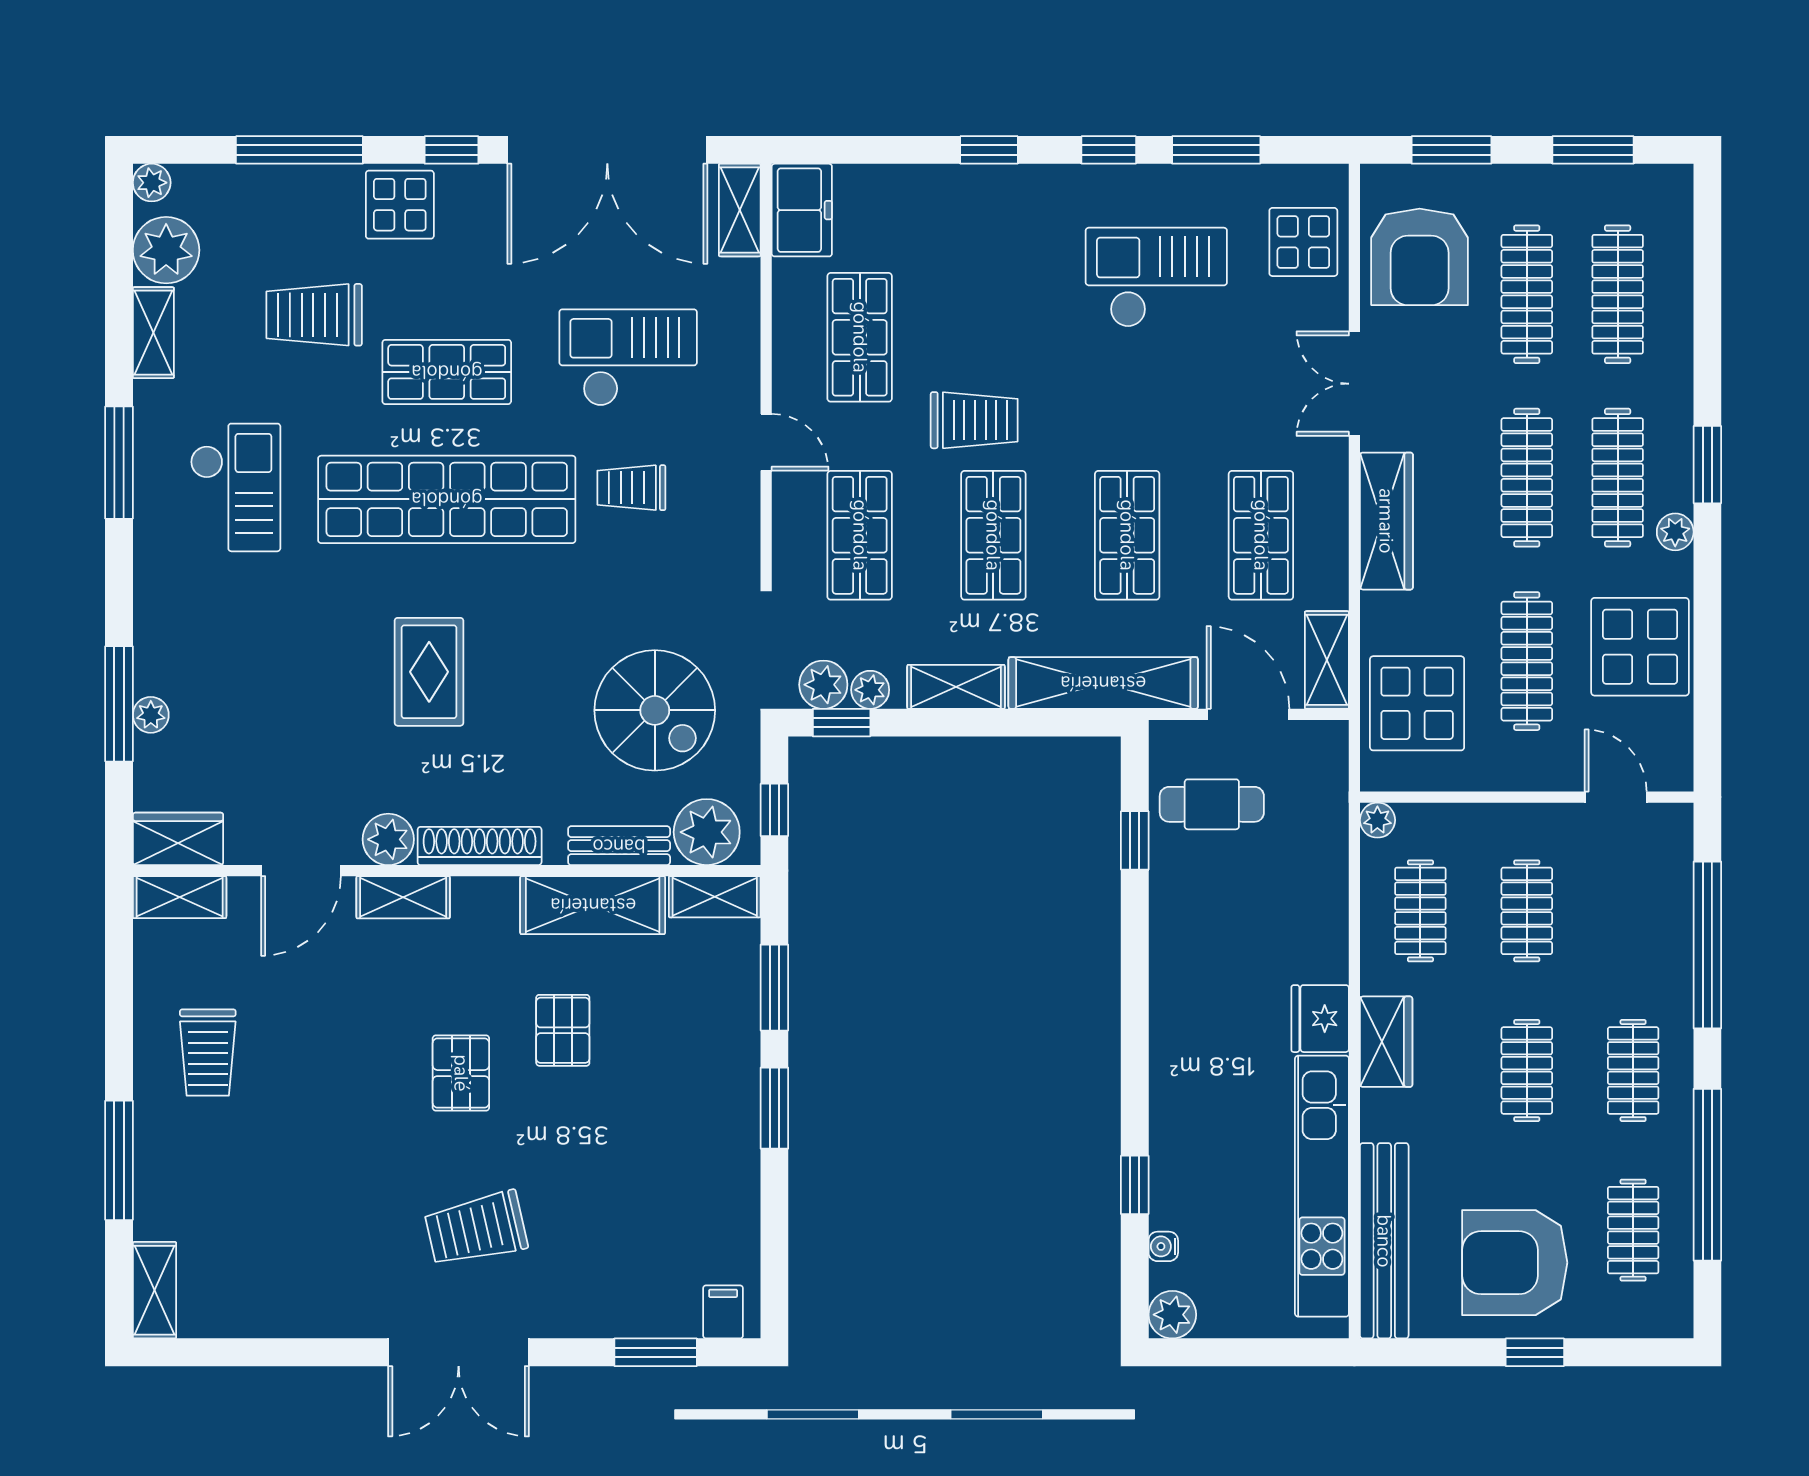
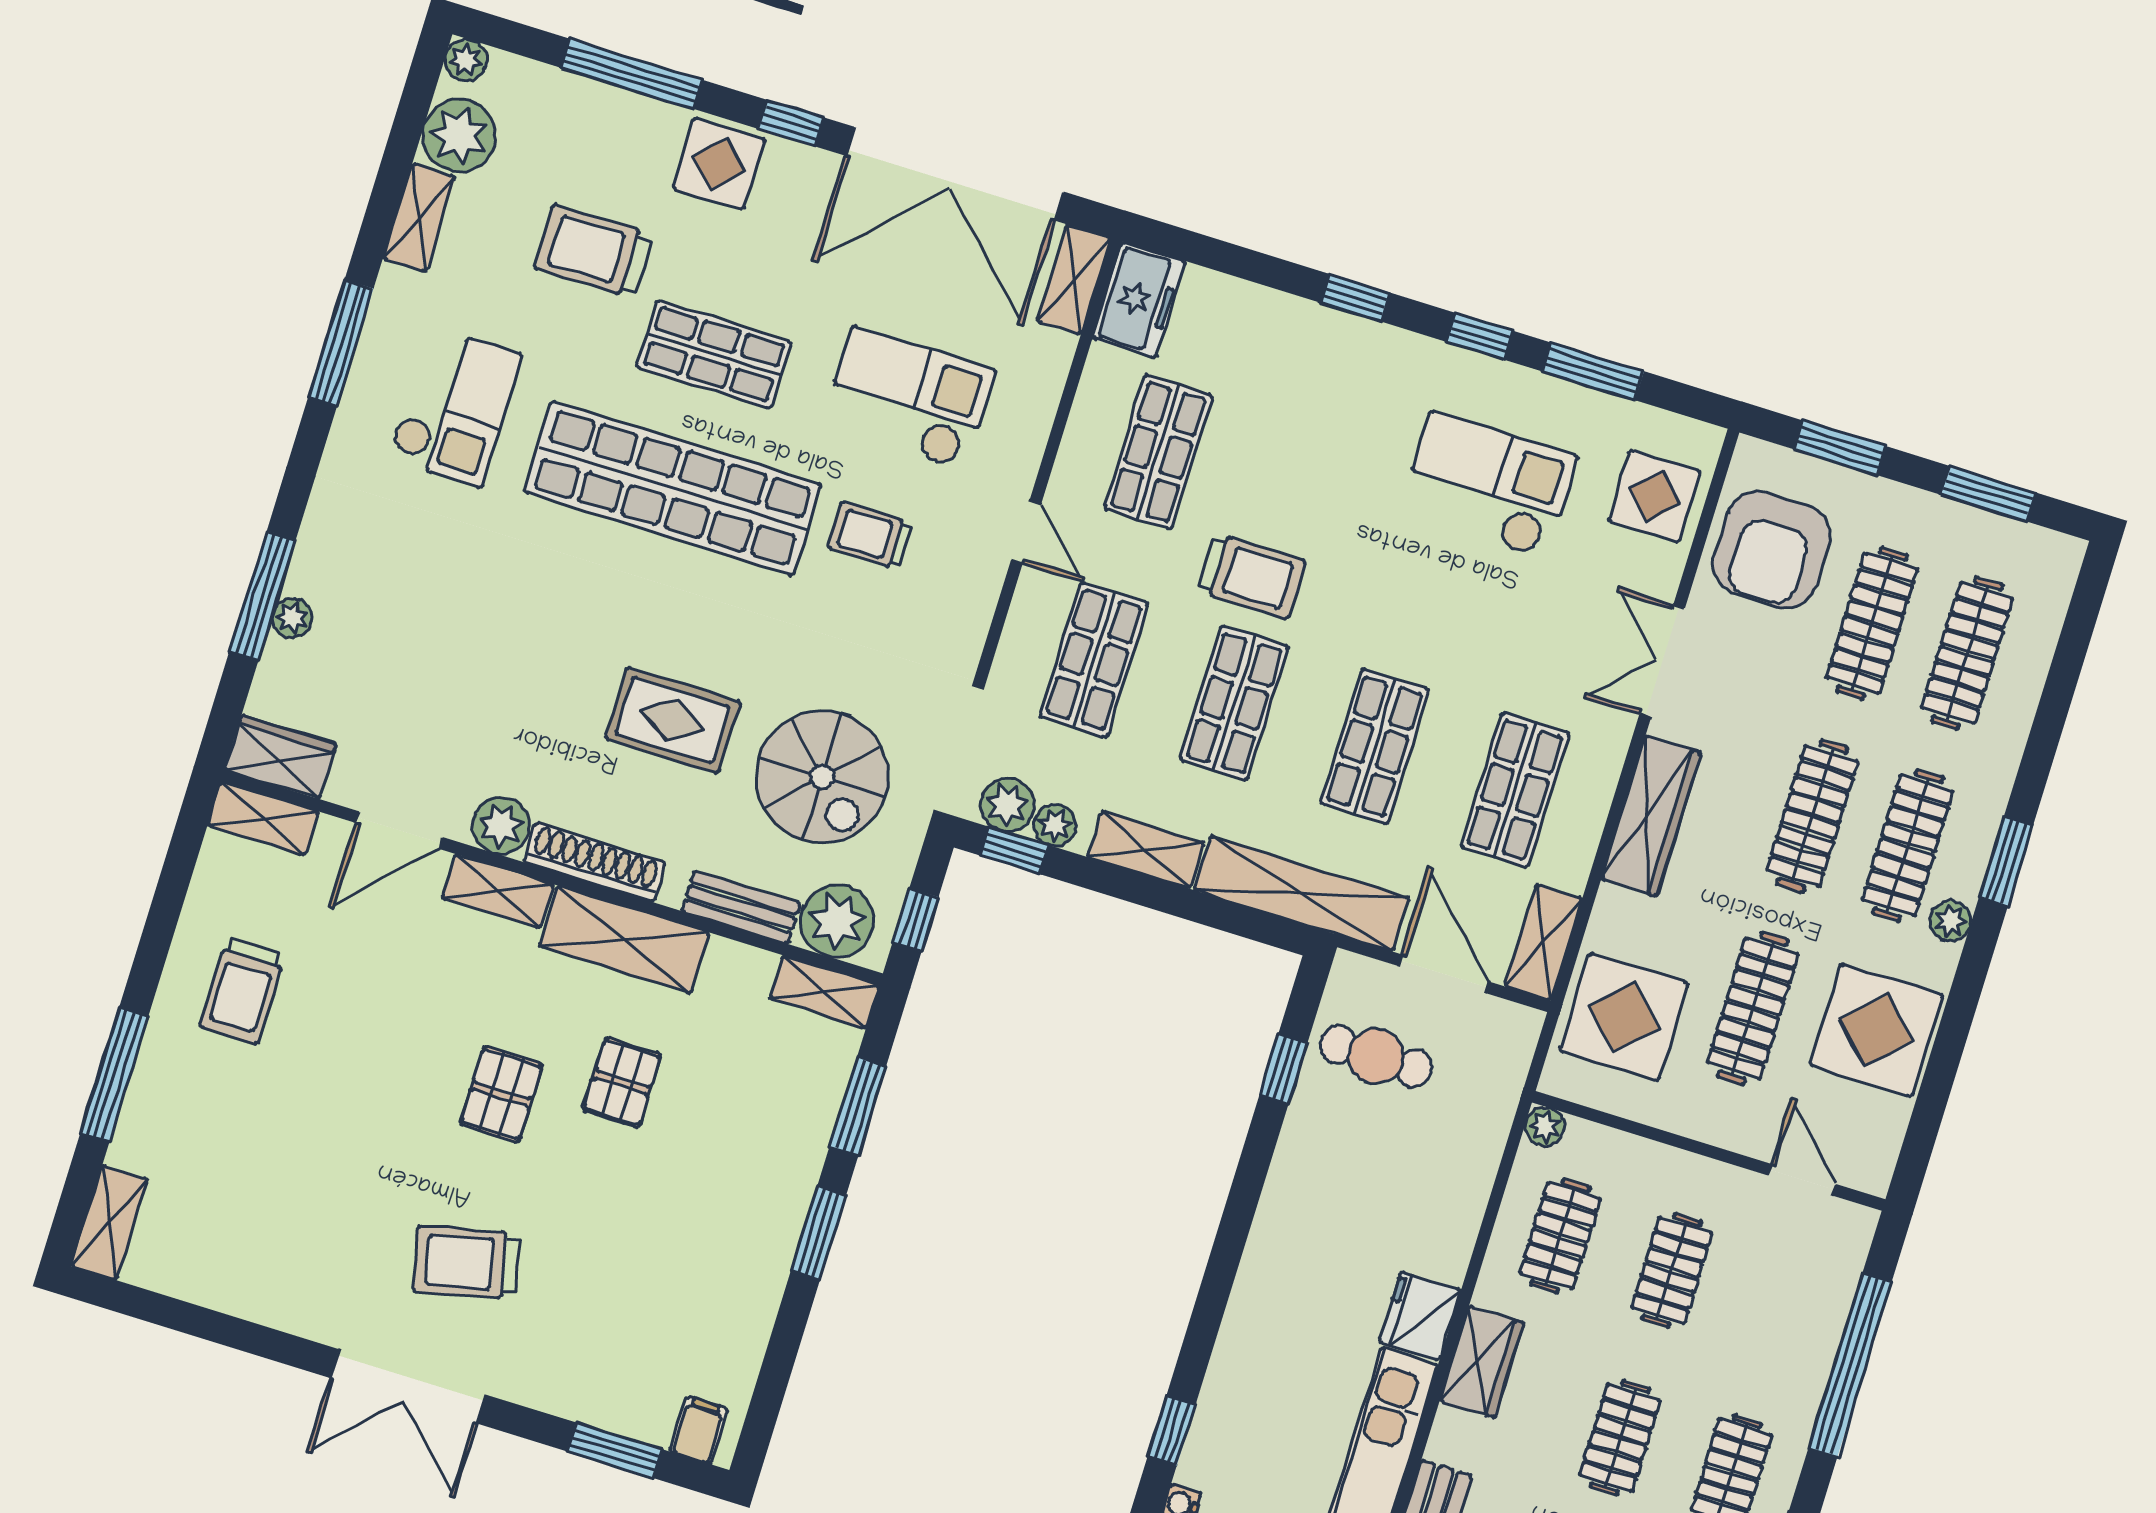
rug: (429, 672) -> (673, 720), moved, turned 90
shelving: (593, 905) -> (624, 939), moved

